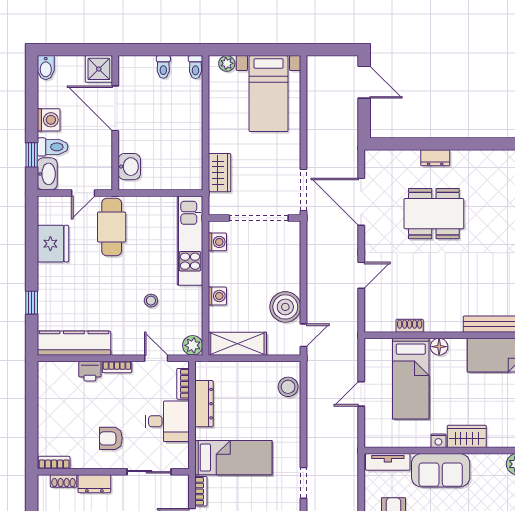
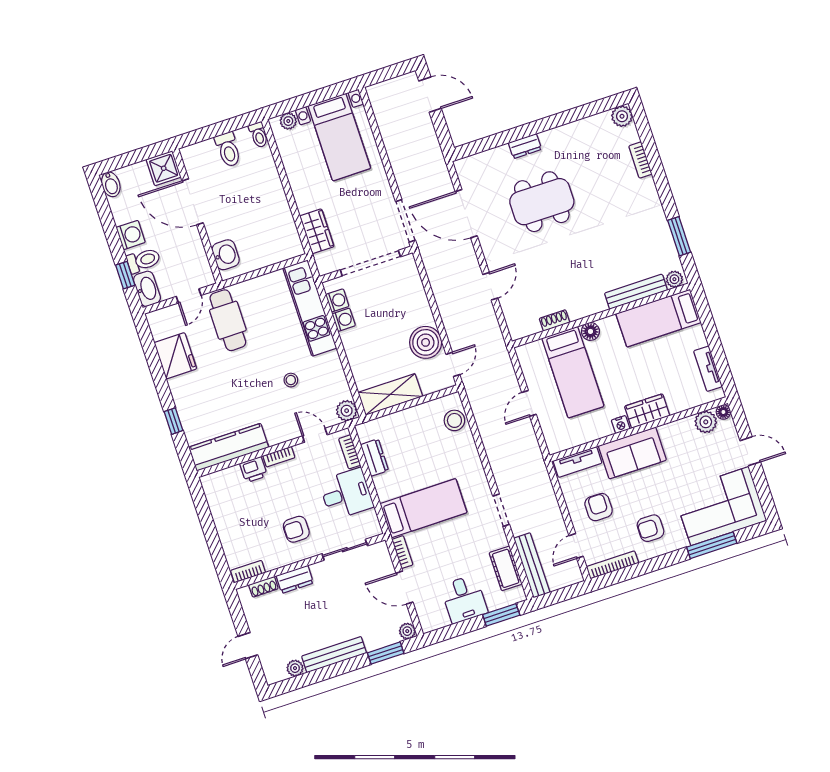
toilet: (163, 67) -> (228, 150), width x1.37, depth x1.39
washing machine: (217, 296) -> (344, 320), moved
dresser: (204, 404) -> (375, 458), width x0.70

